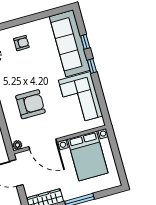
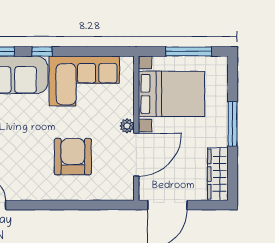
plant: (17, 145) -> (127, 126), moved
window: (118, 159) -> (189, 51), added

